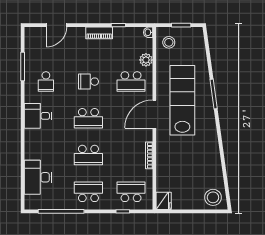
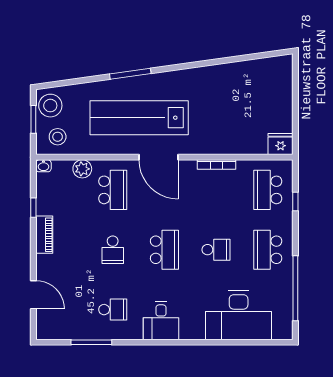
school desk: (88, 155) -> (216, 250), width x0.54
desk: (38, 177) -> (239, 315), width x1.36, depth x1.30
stool: (213, 197) -> (50, 106), moved

